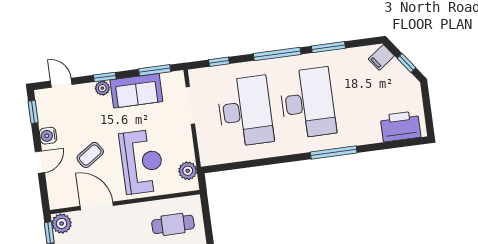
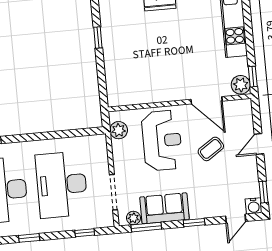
window: (277, 54) -> (29, 238), width x0.46
door: (61, 83) -> (236, 219), hinge flipped
plant: (102, 88) -> (133, 218), moved
water cooler: (48, 136) -> (254, 206), moved, turned 90
reception desk: (142, 162) -> (162, 141), turned 180
cafe table: (173, 224) -> (135, 80), removed

